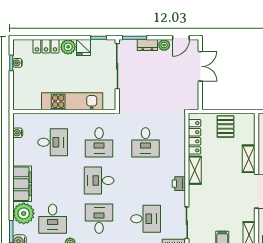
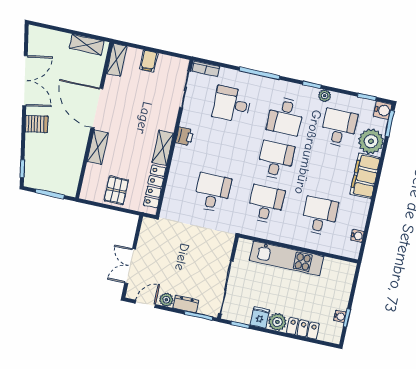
desk: (53, 142) -> (319, 216), turned 90
desk: (99, 181) -> (276, 160), turned -90

